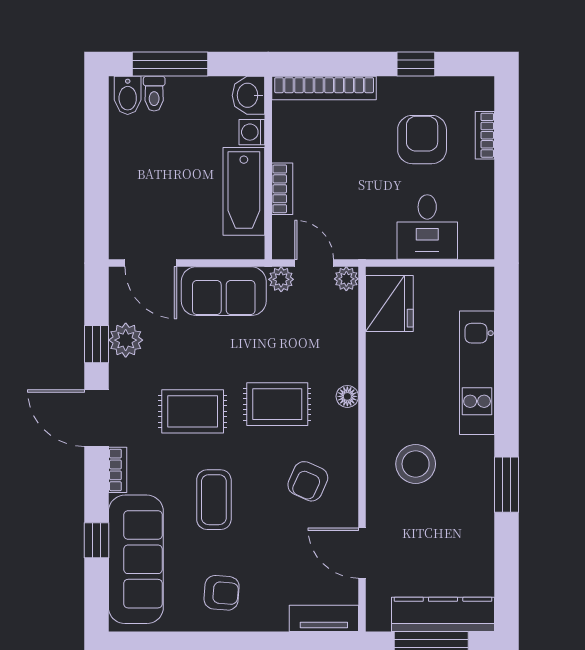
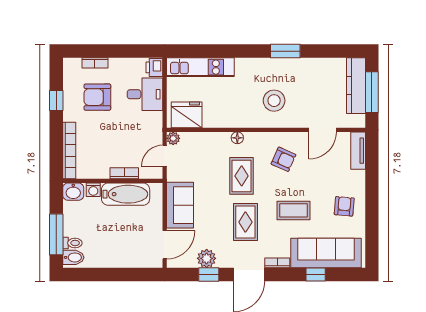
printer: (476, 244) -> (154, 67), added
plant: (281, 279) -> (173, 174), removed
kitchen unit: (477, 373) -> (200, 67), moved

